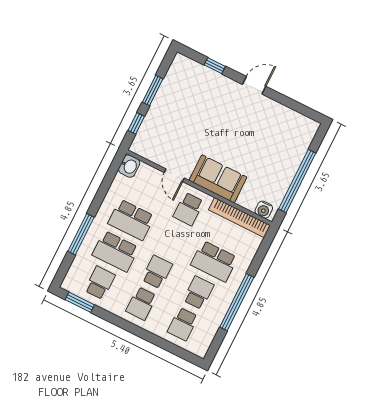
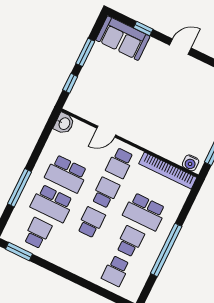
door: (174, 175) -> (106, 132), hinge flipped
sofa: (218, 179) -> (123, 38), moved, turned 180
school desk: (141, 303) -> (105, 193), moved, turned 180

